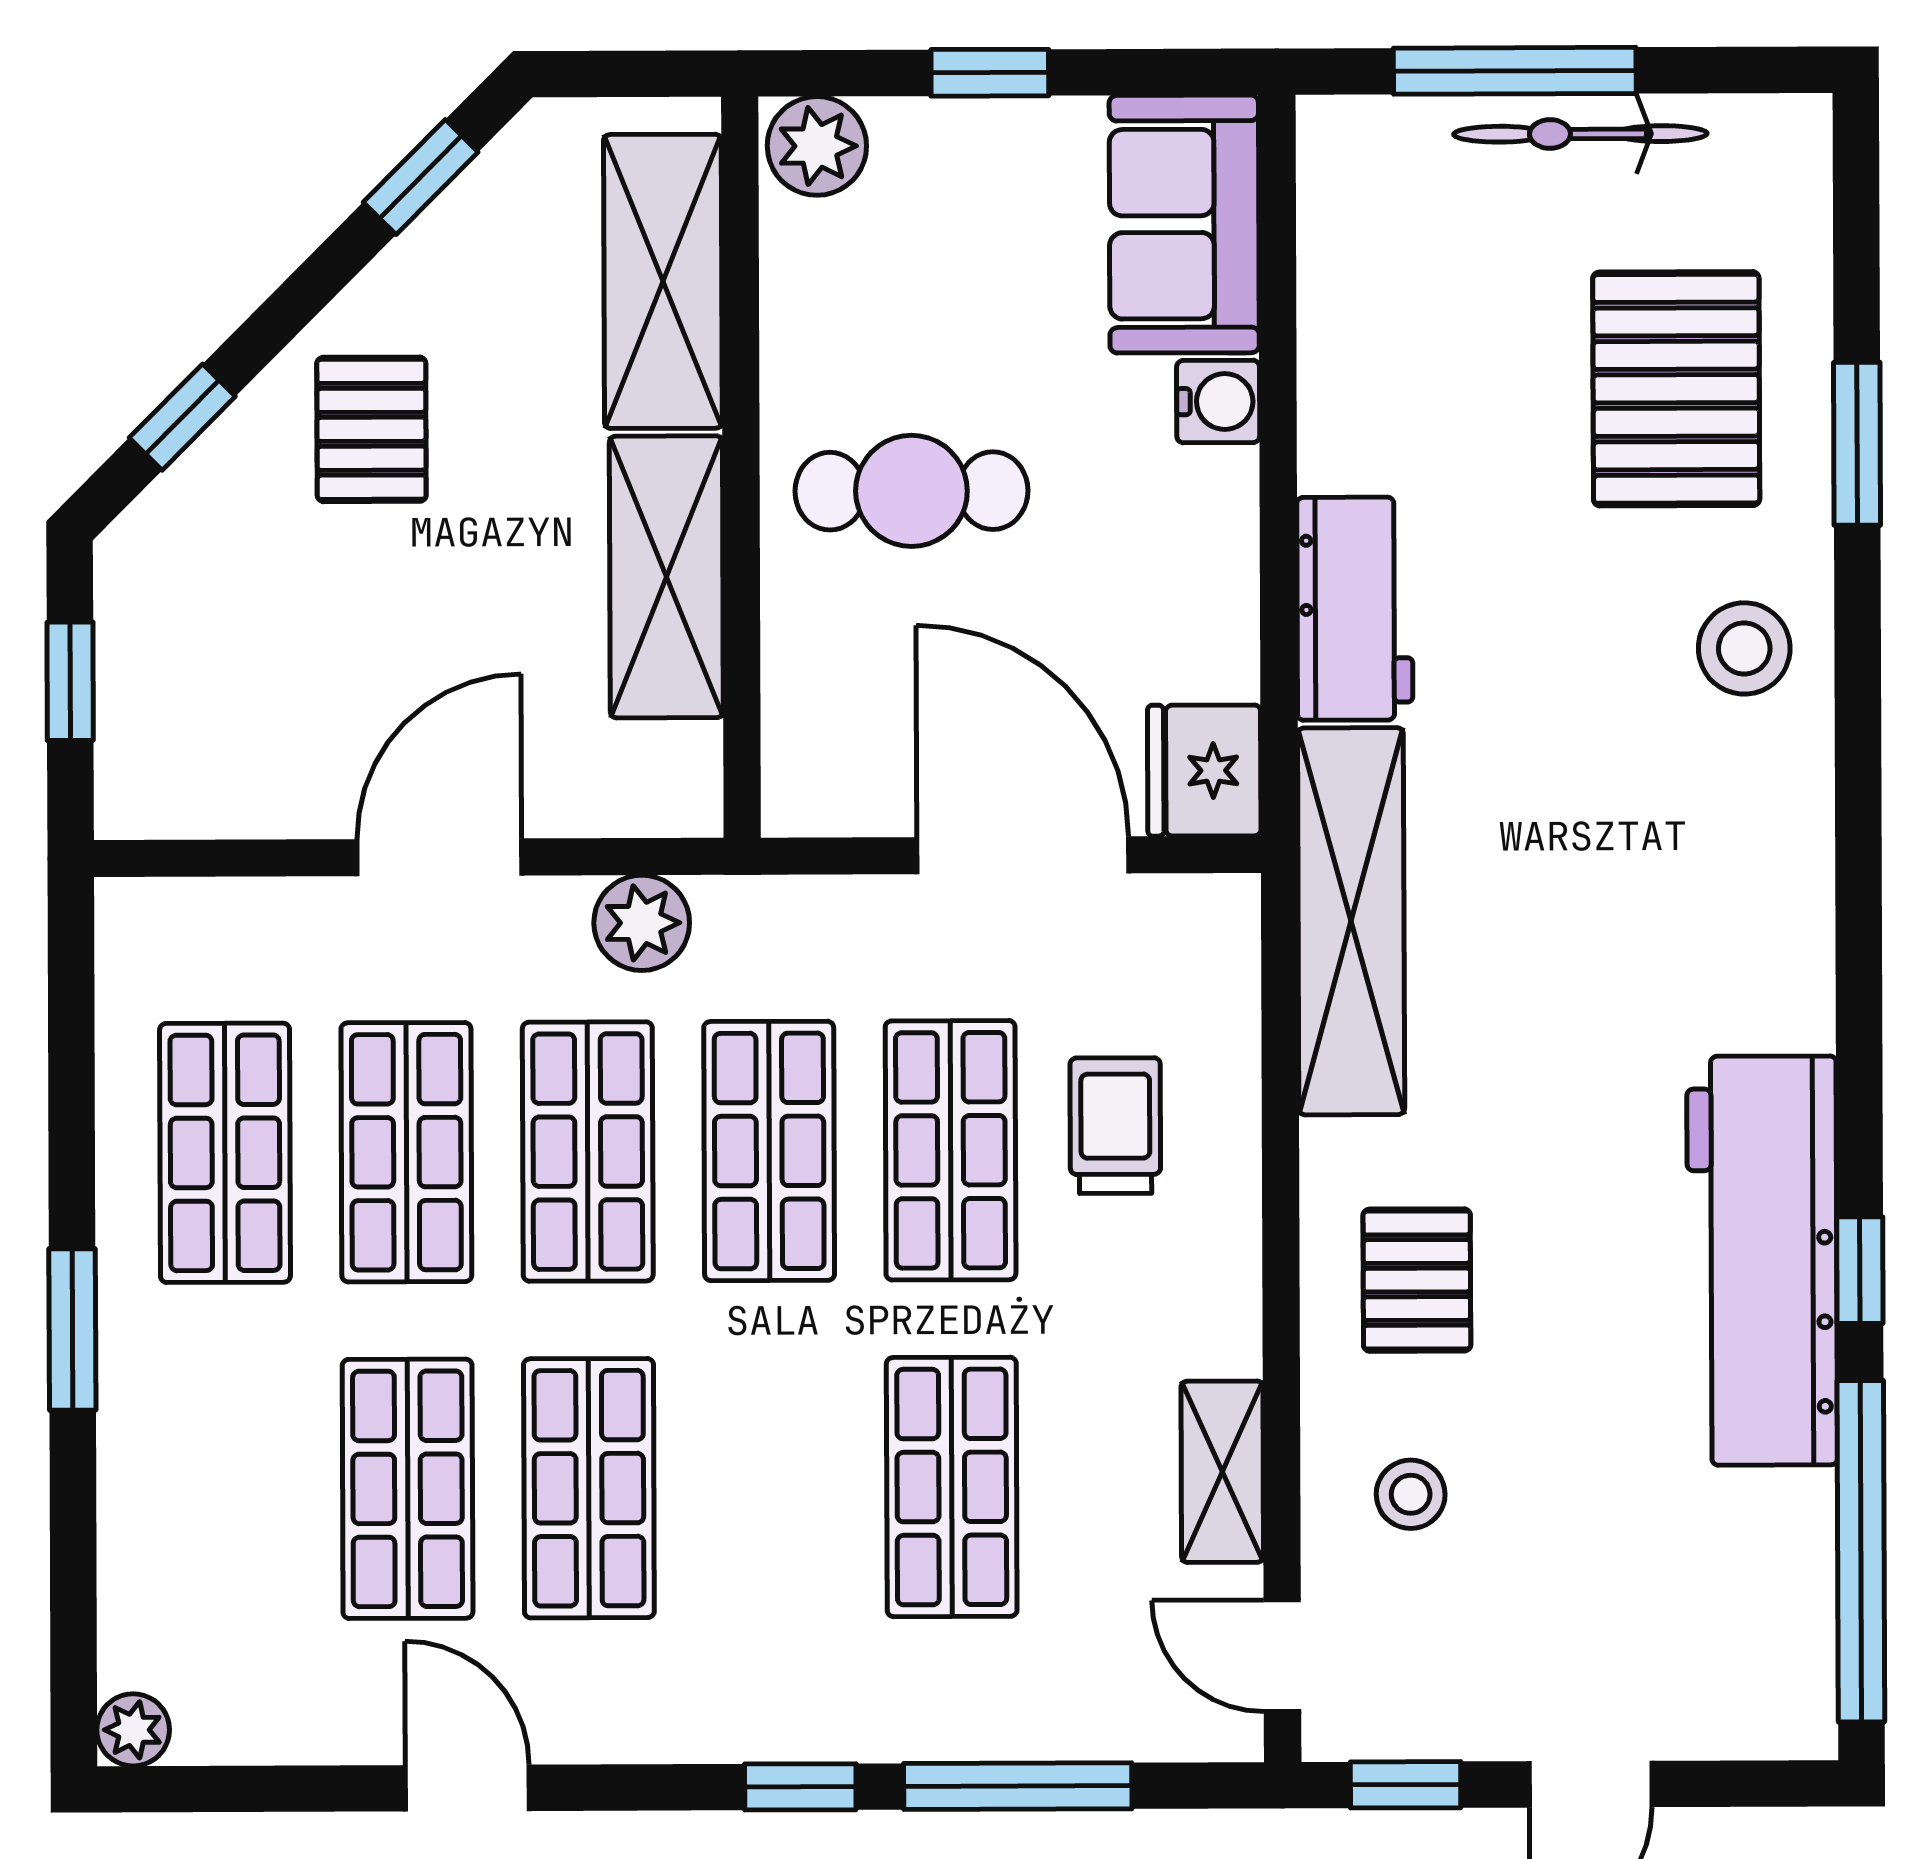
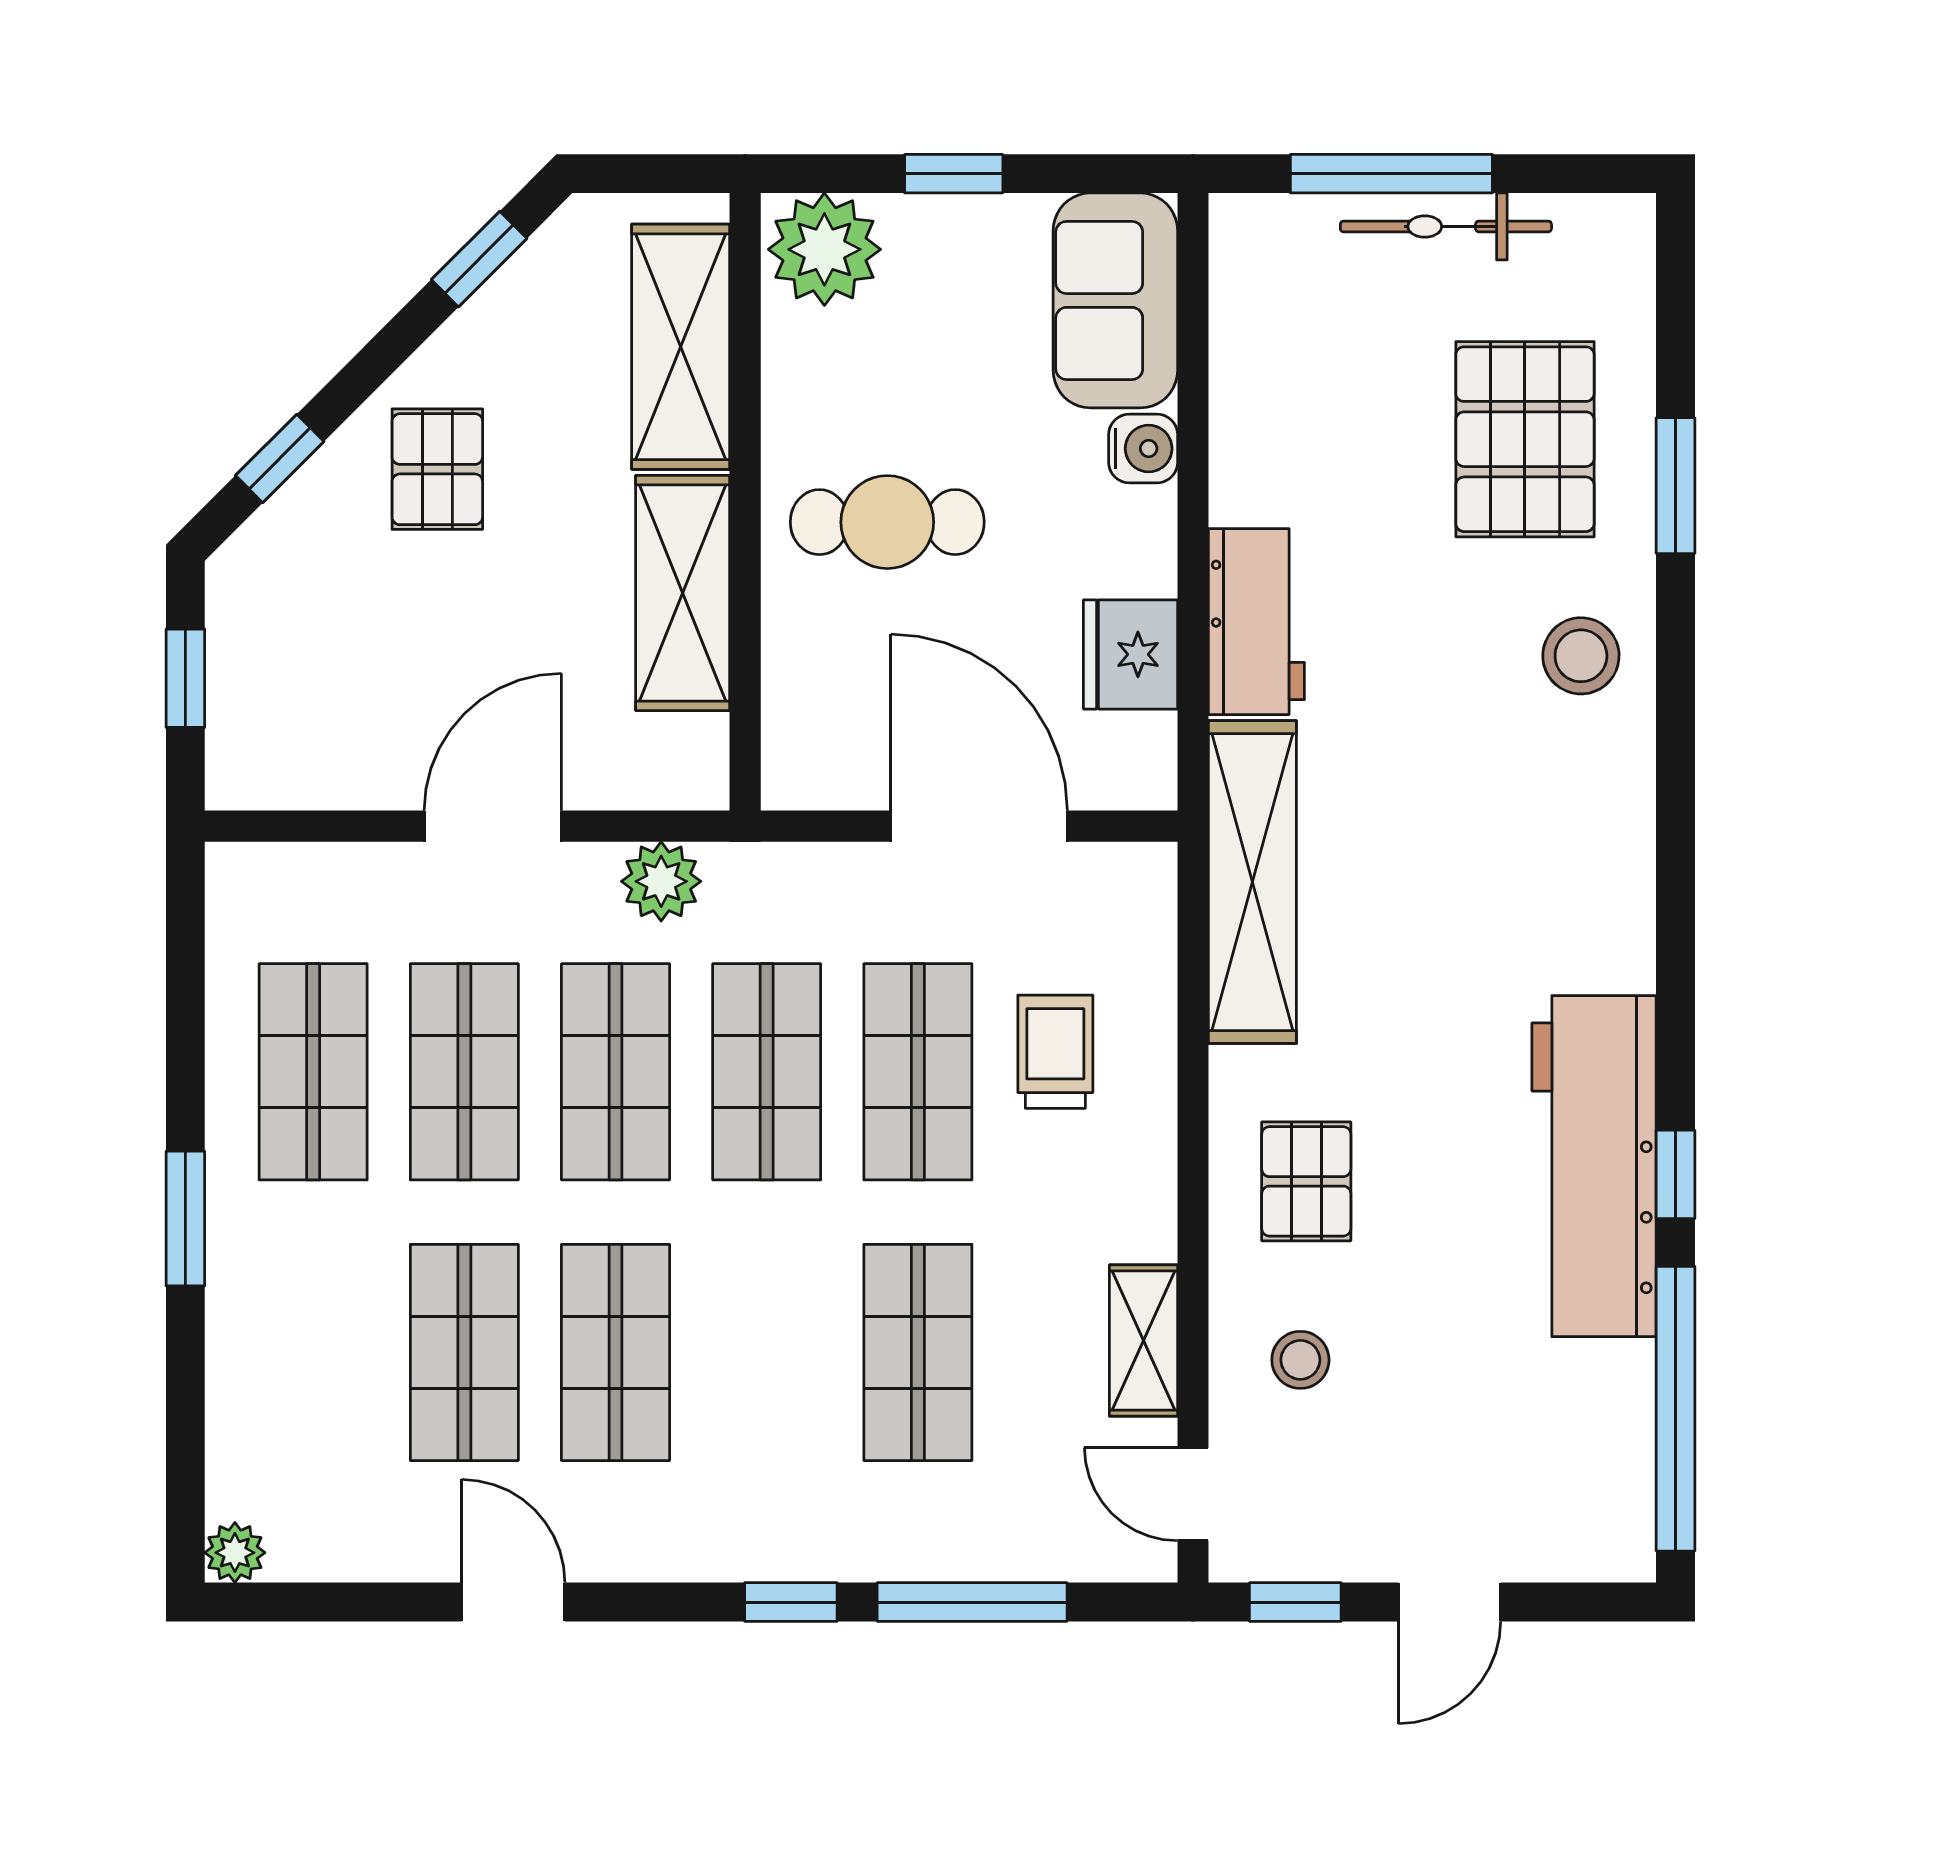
plant: (817, 146) -> (824, 249), width x1.36, depth x1.36
fridge: (1204, 771) -> (1130, 654), moved

